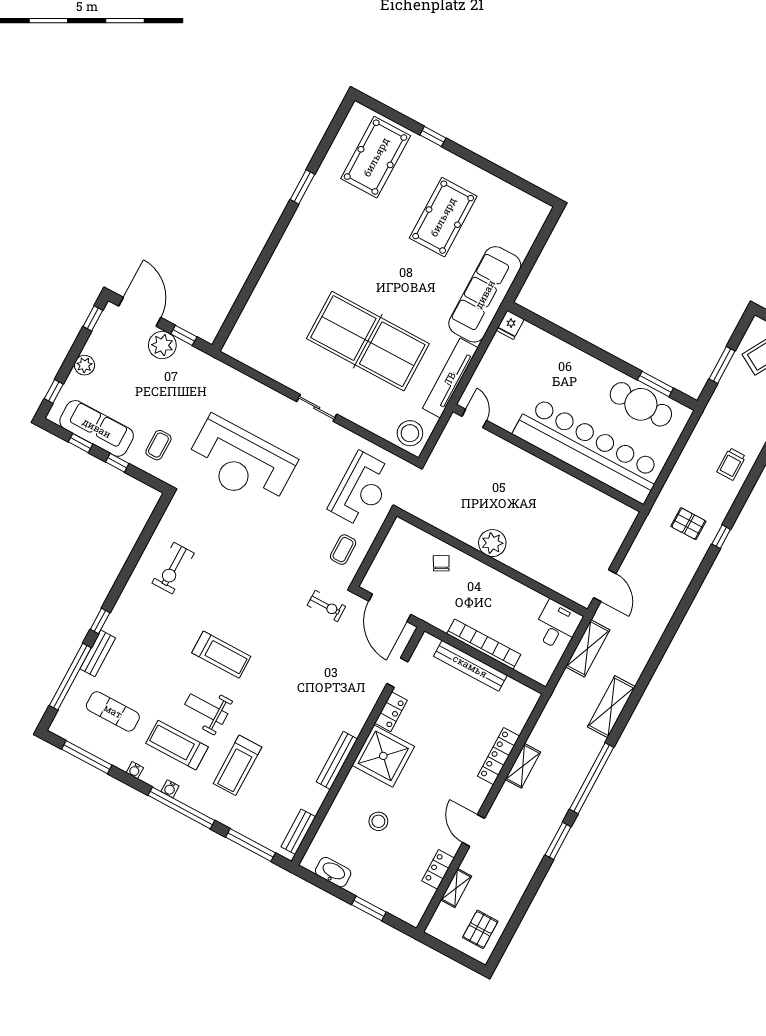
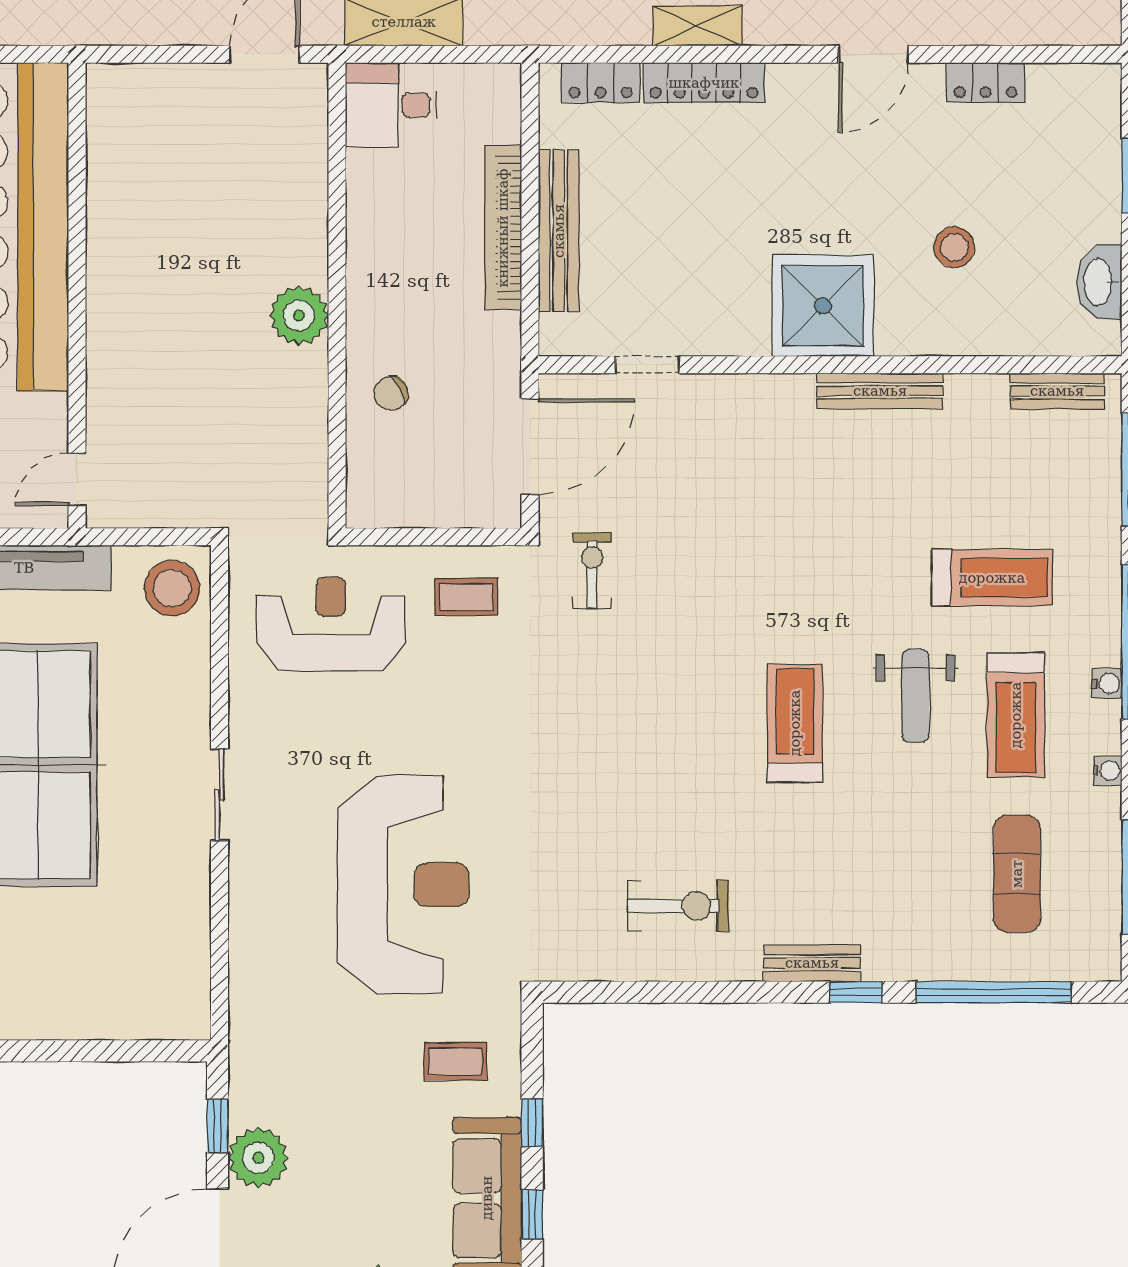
bench: (98, 653) -> (812, 963), moved
locker: (391, 712) -> (601, 83), moved, turned 180
shelving: (456, 888) -> (1002, 28), removed

